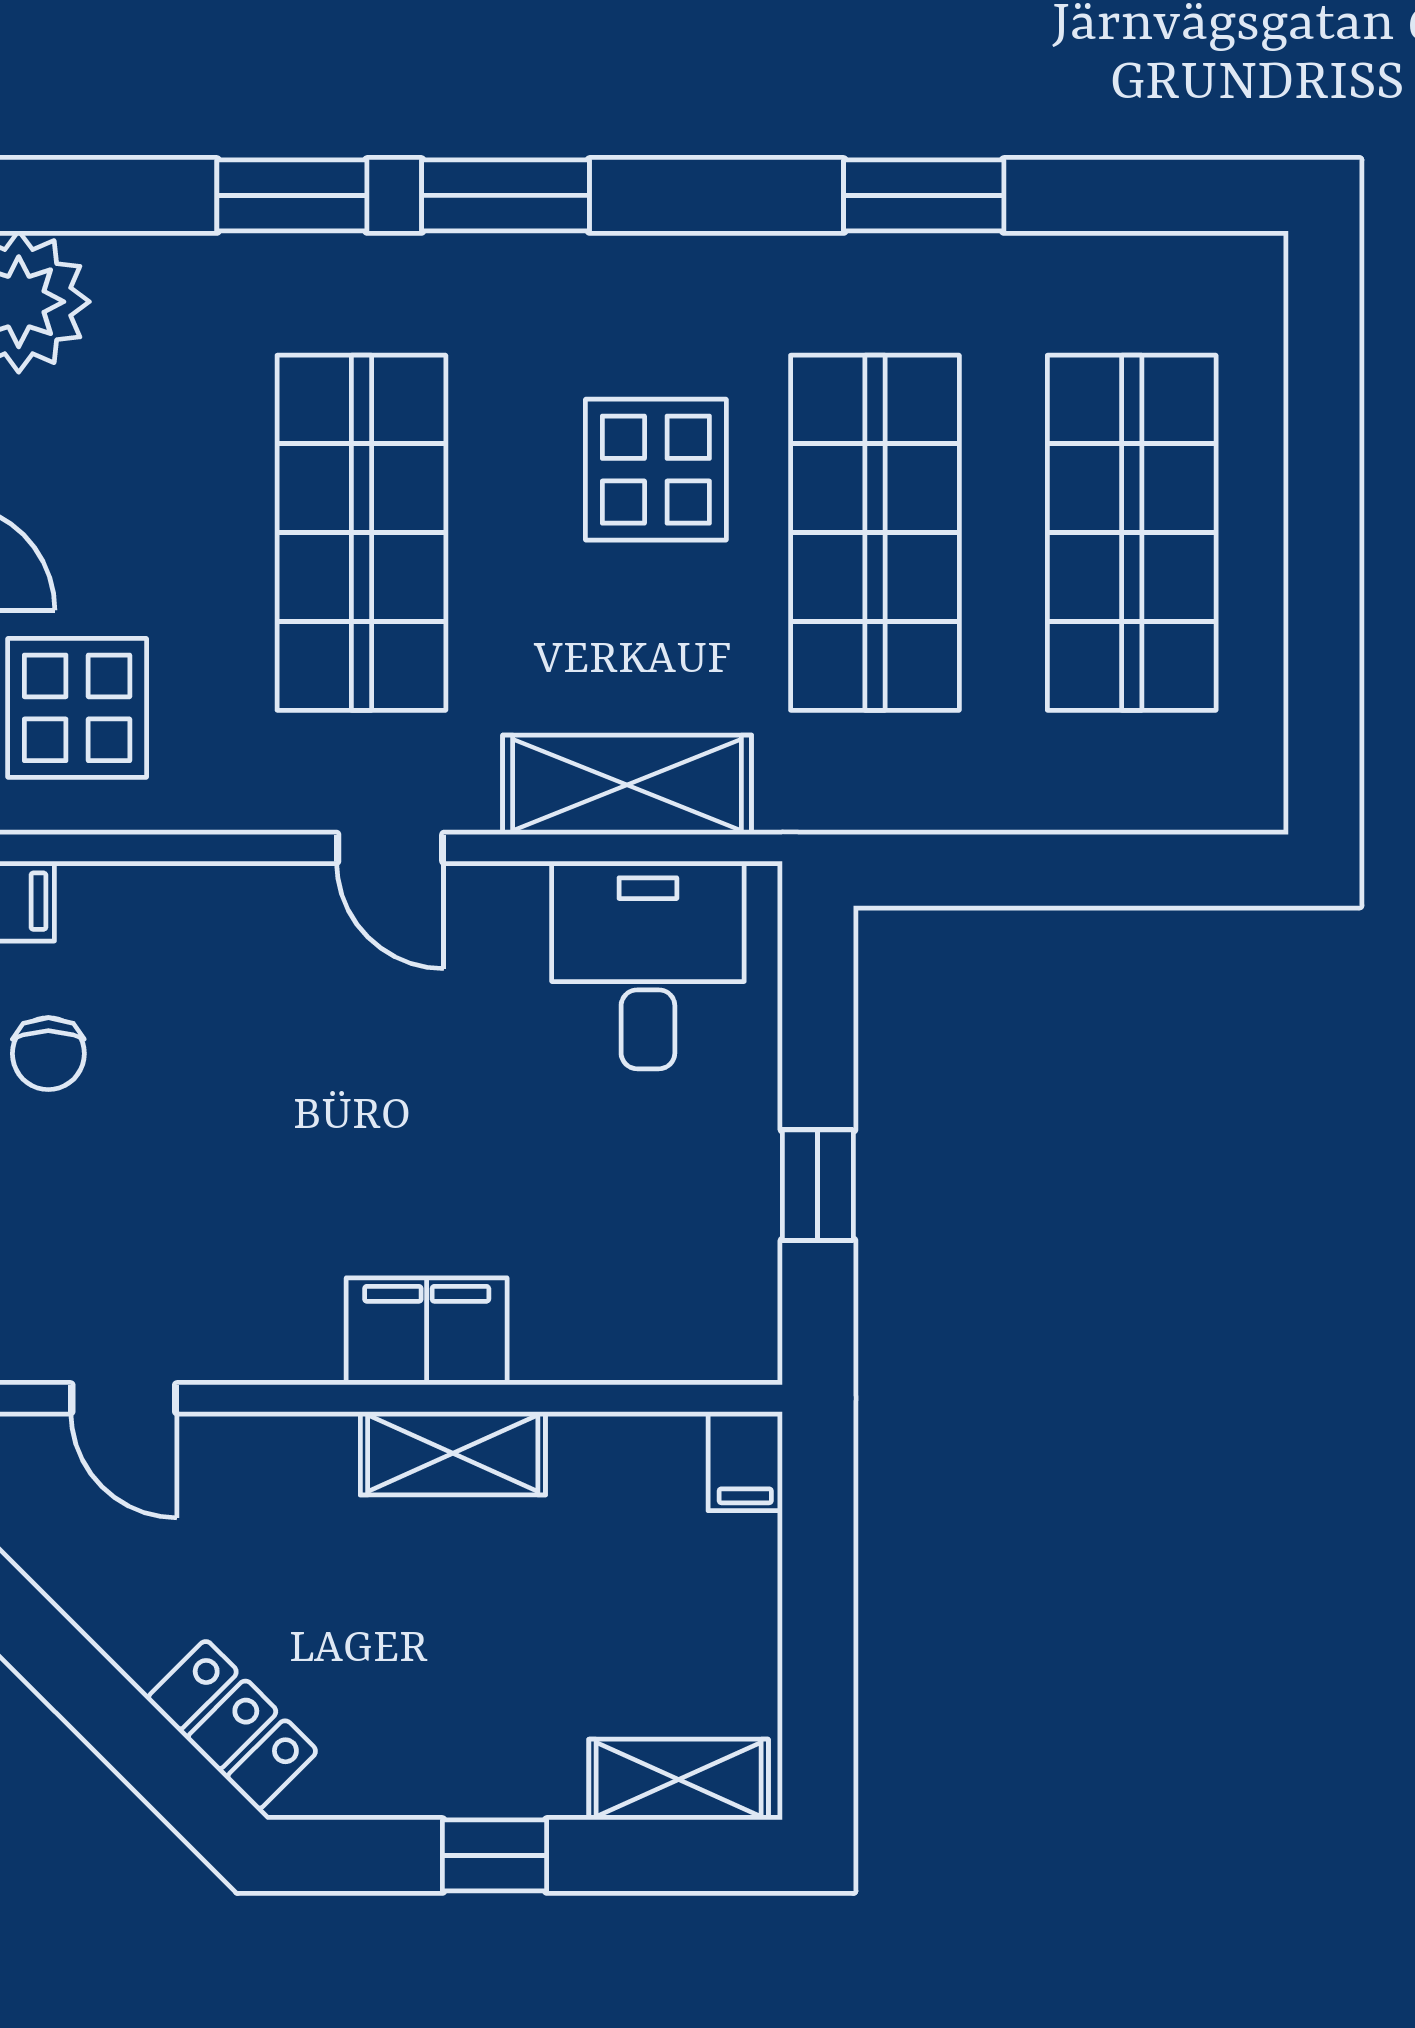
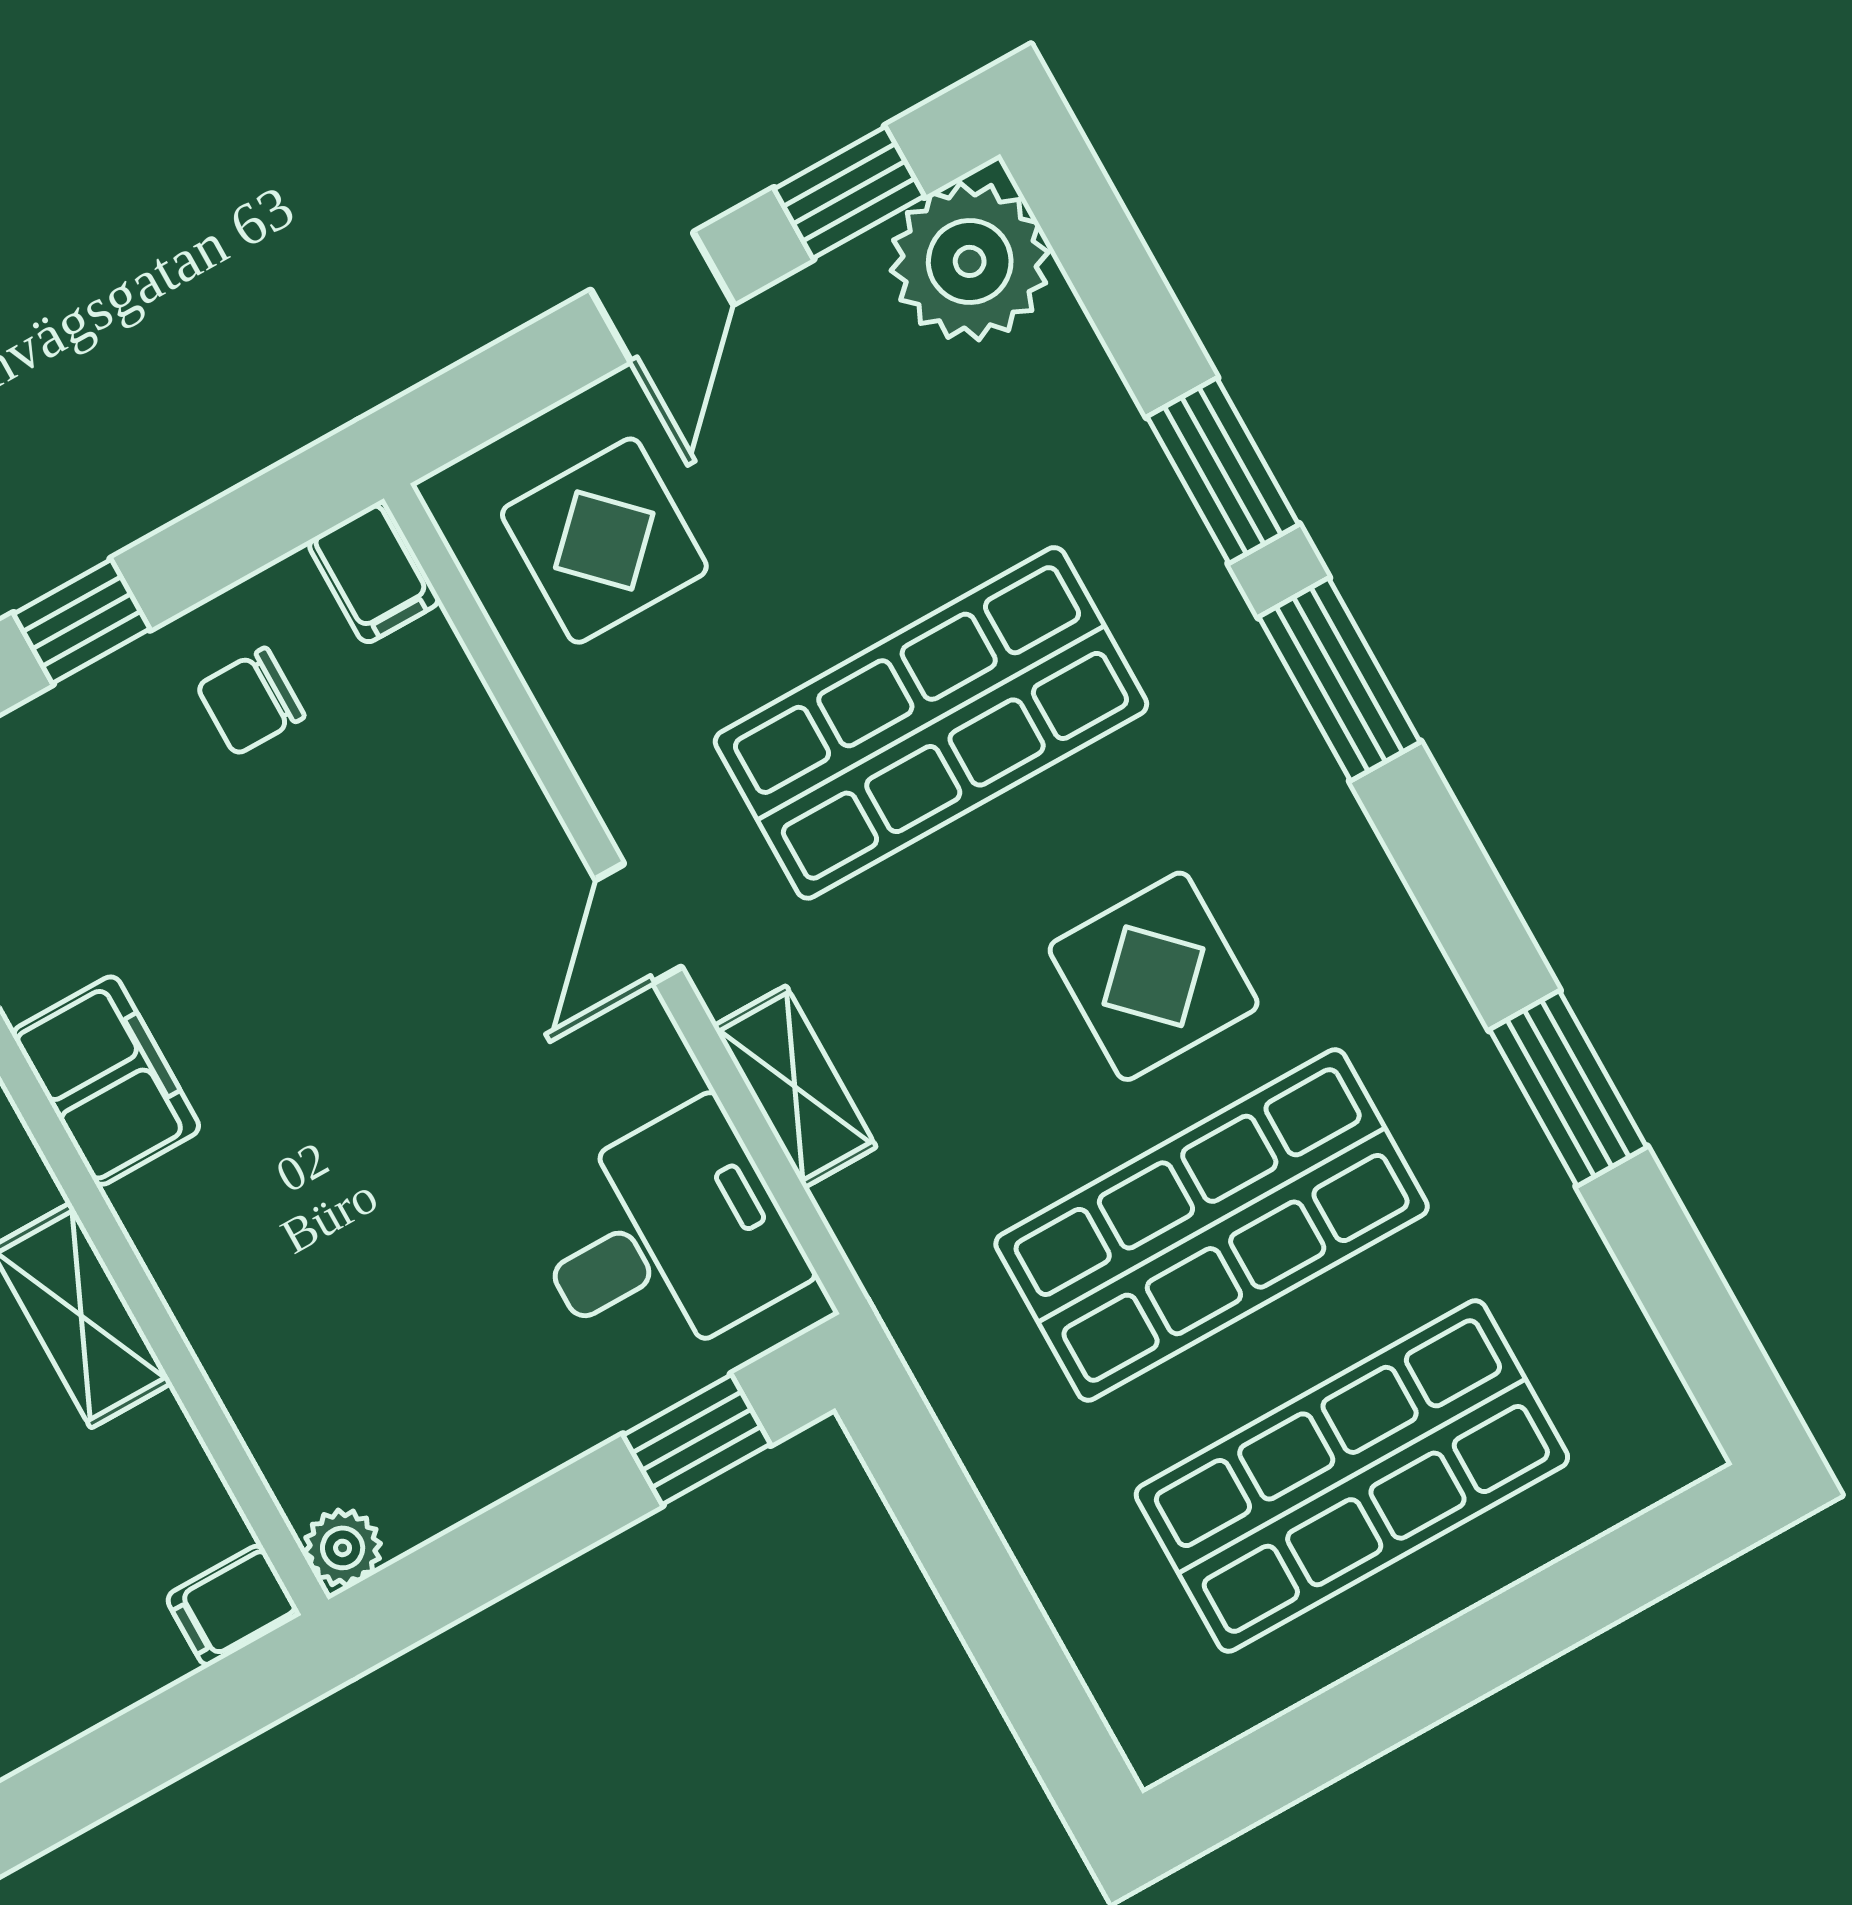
shelving: (627, 785) -> (795, 1087), width x0.67, depth x0.75
window: (818, 1185) -> (697, 1440), moved
filing cabinet: (427, 1331) -> (106, 1081), moved
plant: (748, 1351) -> (343, 1548), added

